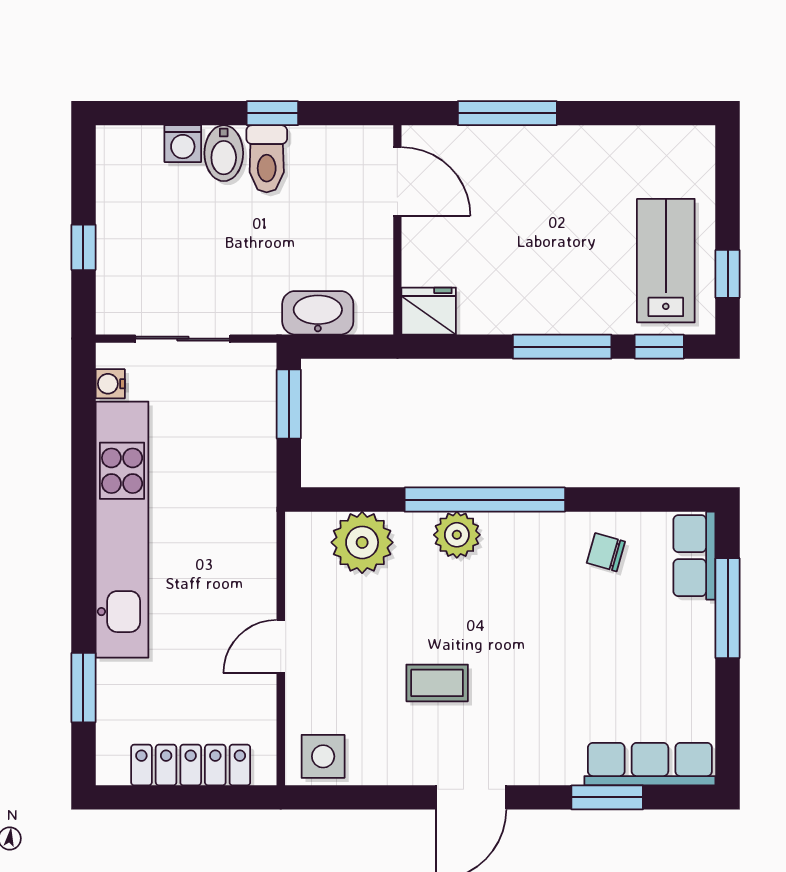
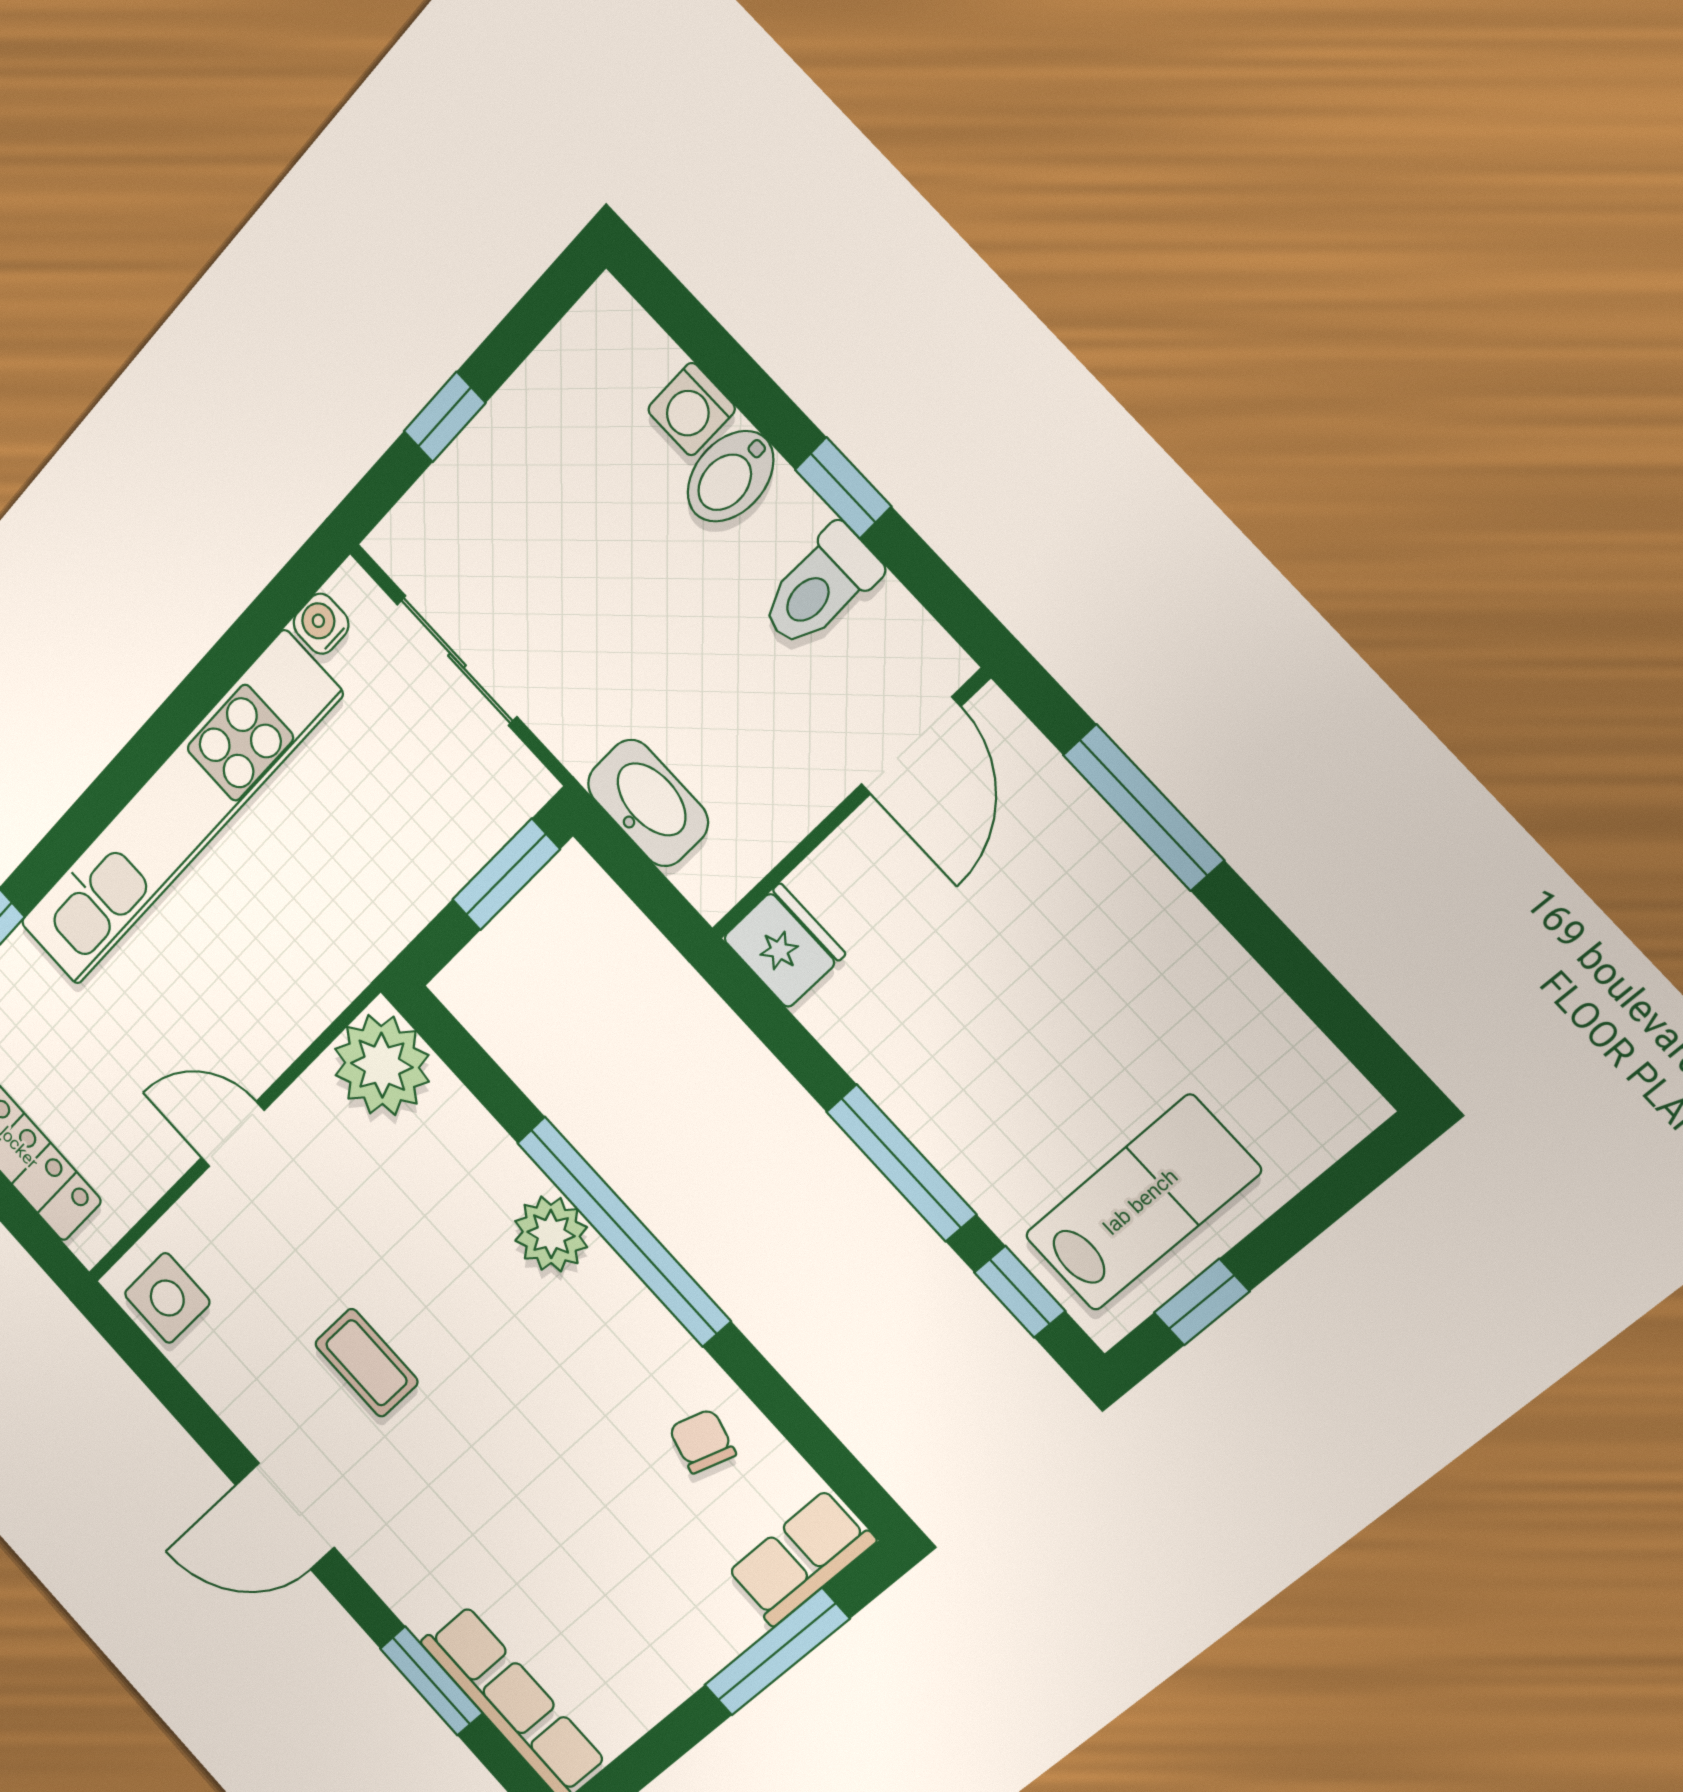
toilet: (267, 159) -> (820, 587), moved
plant: (362, 542) -> (382, 1065), moved

